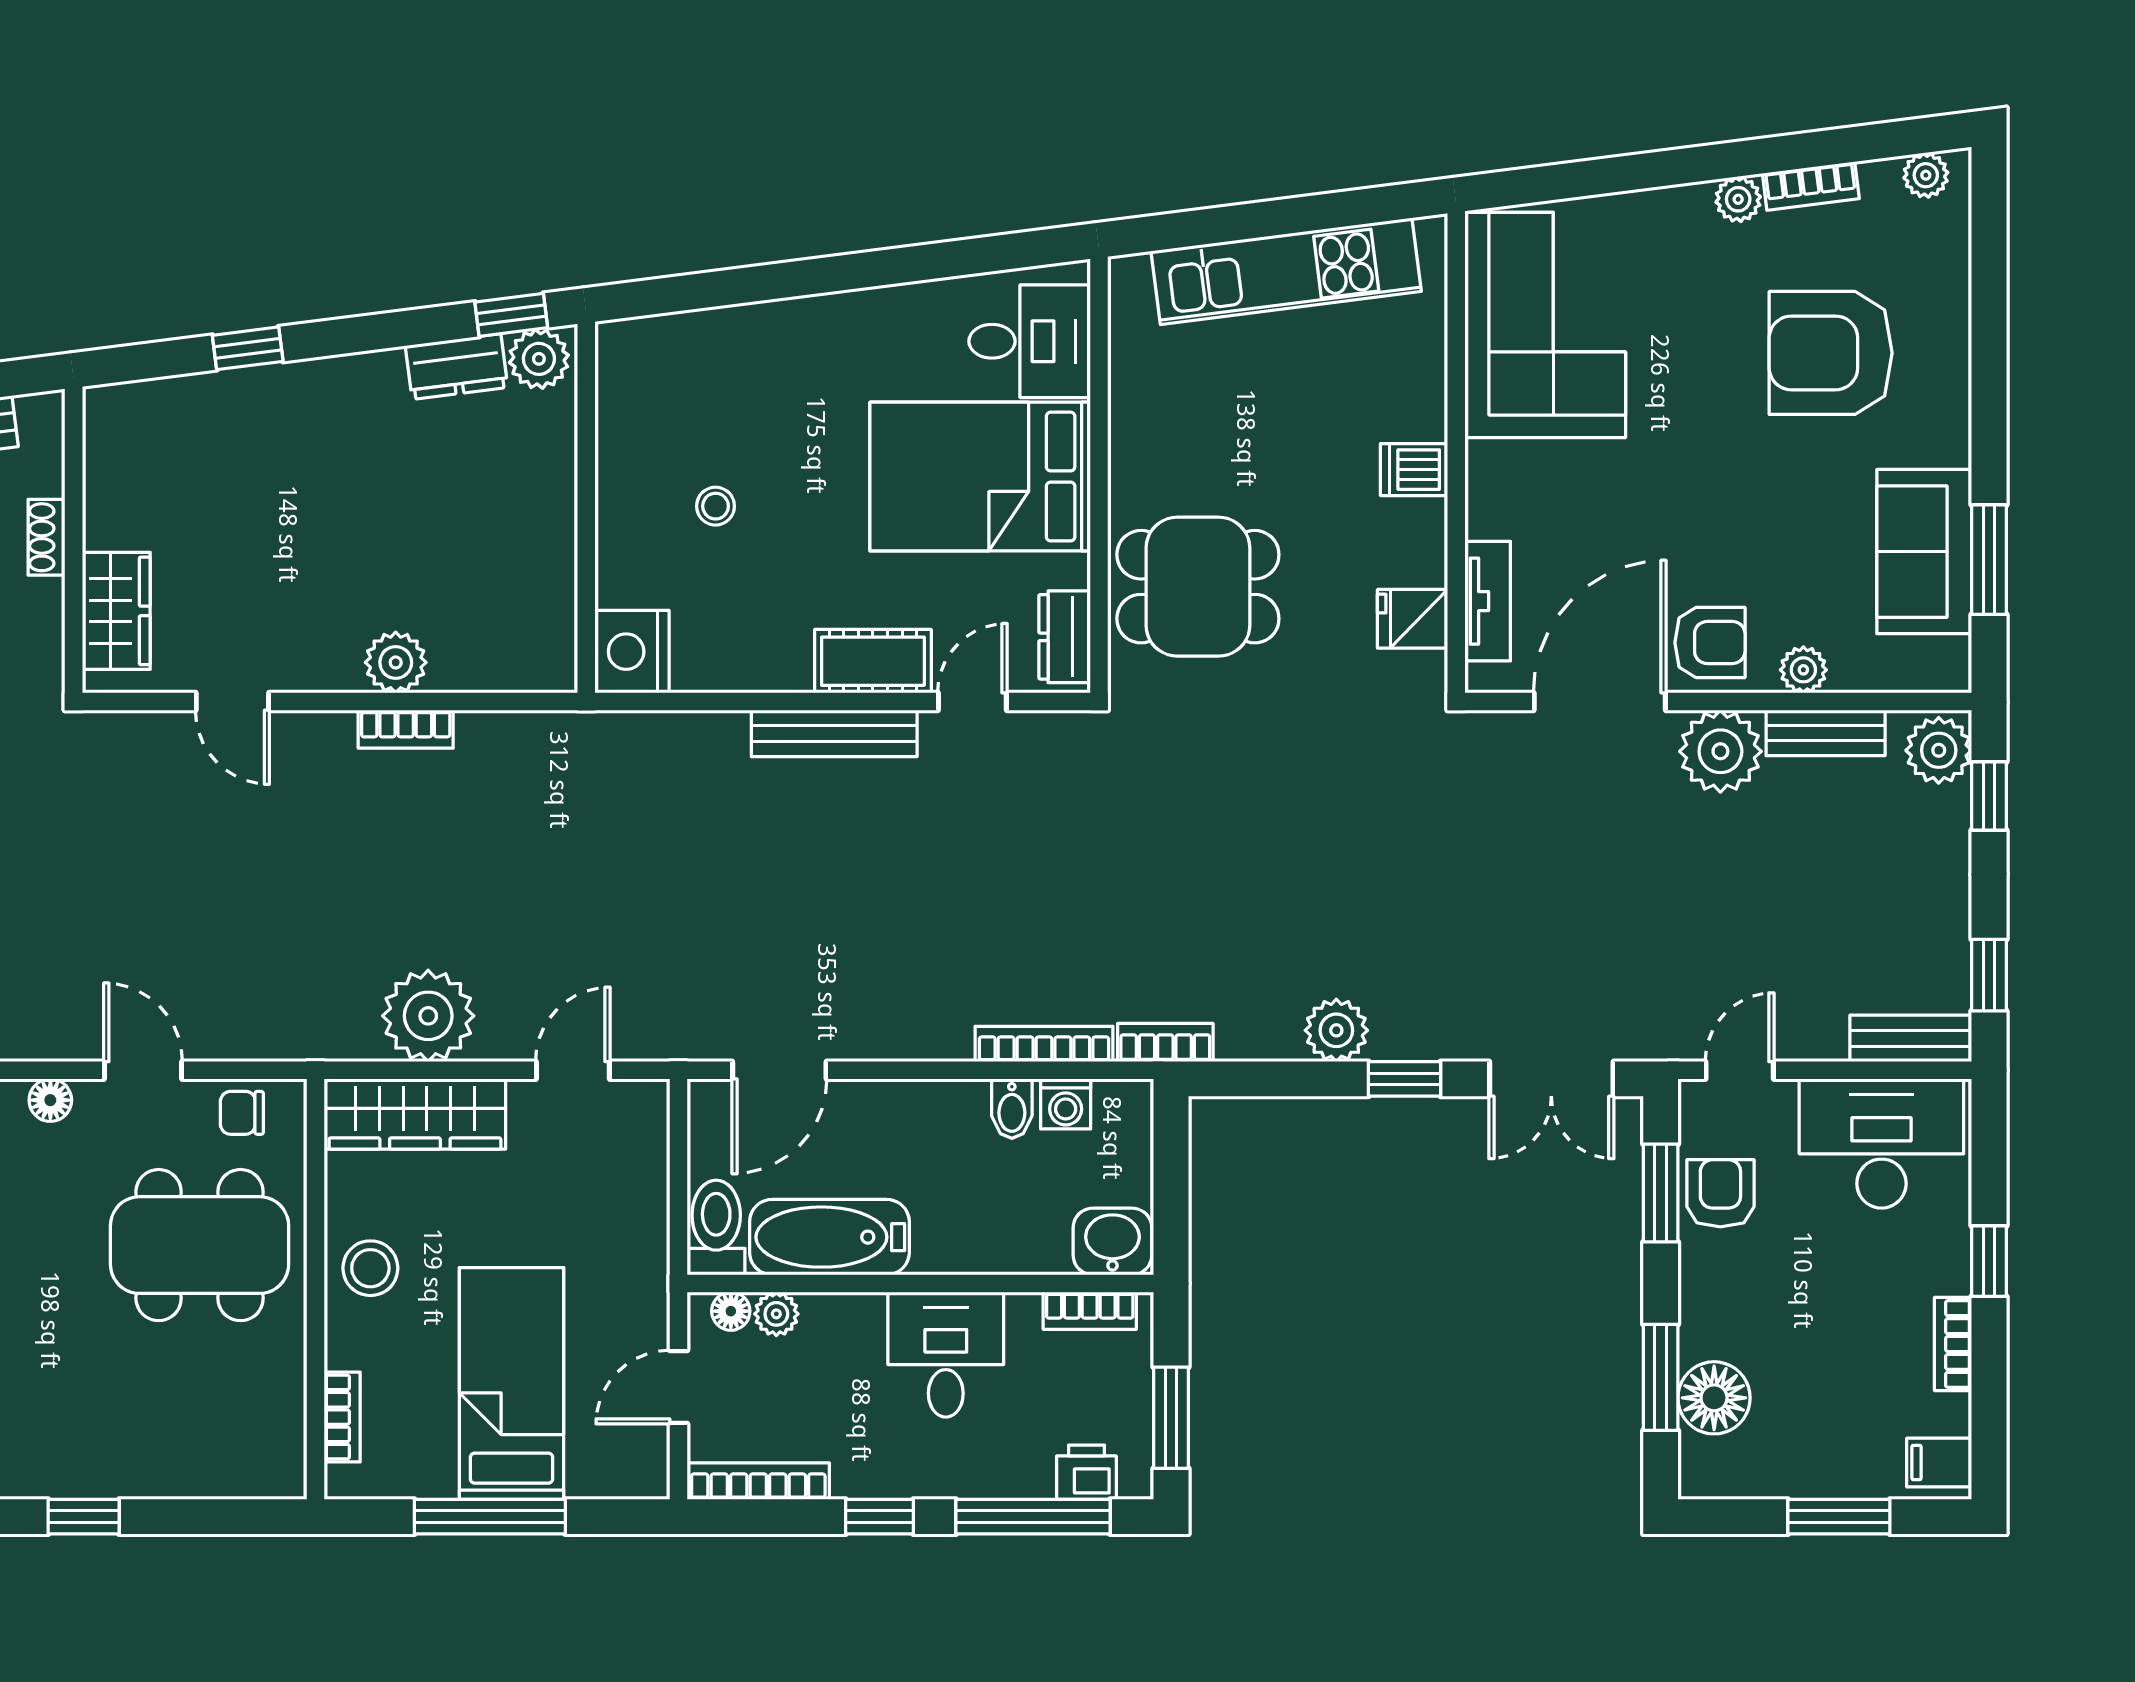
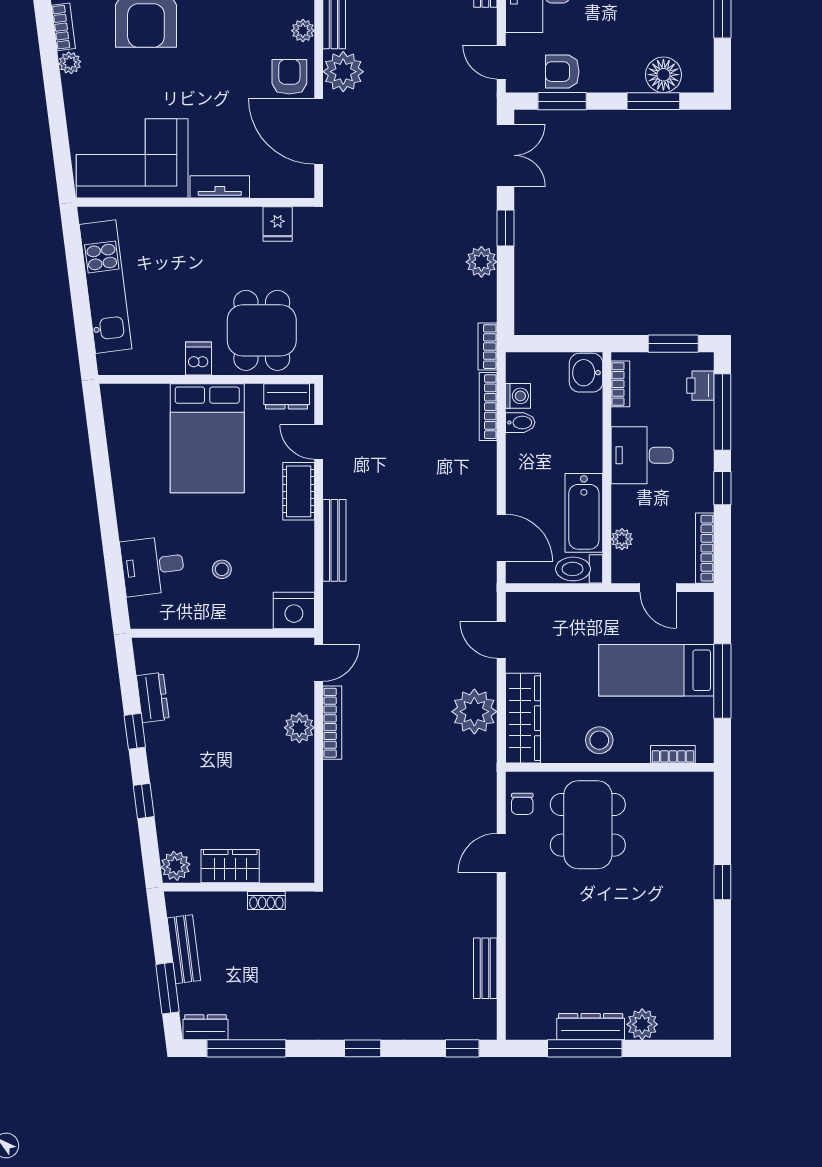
window: (511, 315) -> (135, 731), moved
desk: (1030, 341) -> (153, 566), moved, turned -97
plant: (539, 359) -> (175, 866), moved
dishwasher: (1414, 470) -> (198, 358), moved, turned 180
shoe rack: (47, 537) -> (266, 901), moved
tv unit: (1488, 601) -> (220, 187), moved
wardrobe: (116, 611) -> (230, 866), moved
door: (232, 702) -> (319, 663), moved
bookcase: (406, 729) -> (332, 723), width x1.56
bench: (834, 733) -> (334, 540), moved
floor lamp: (50, 1100) -> (516, 899), removed
floor lamp: (731, 1311) -> (621, 562), removed

